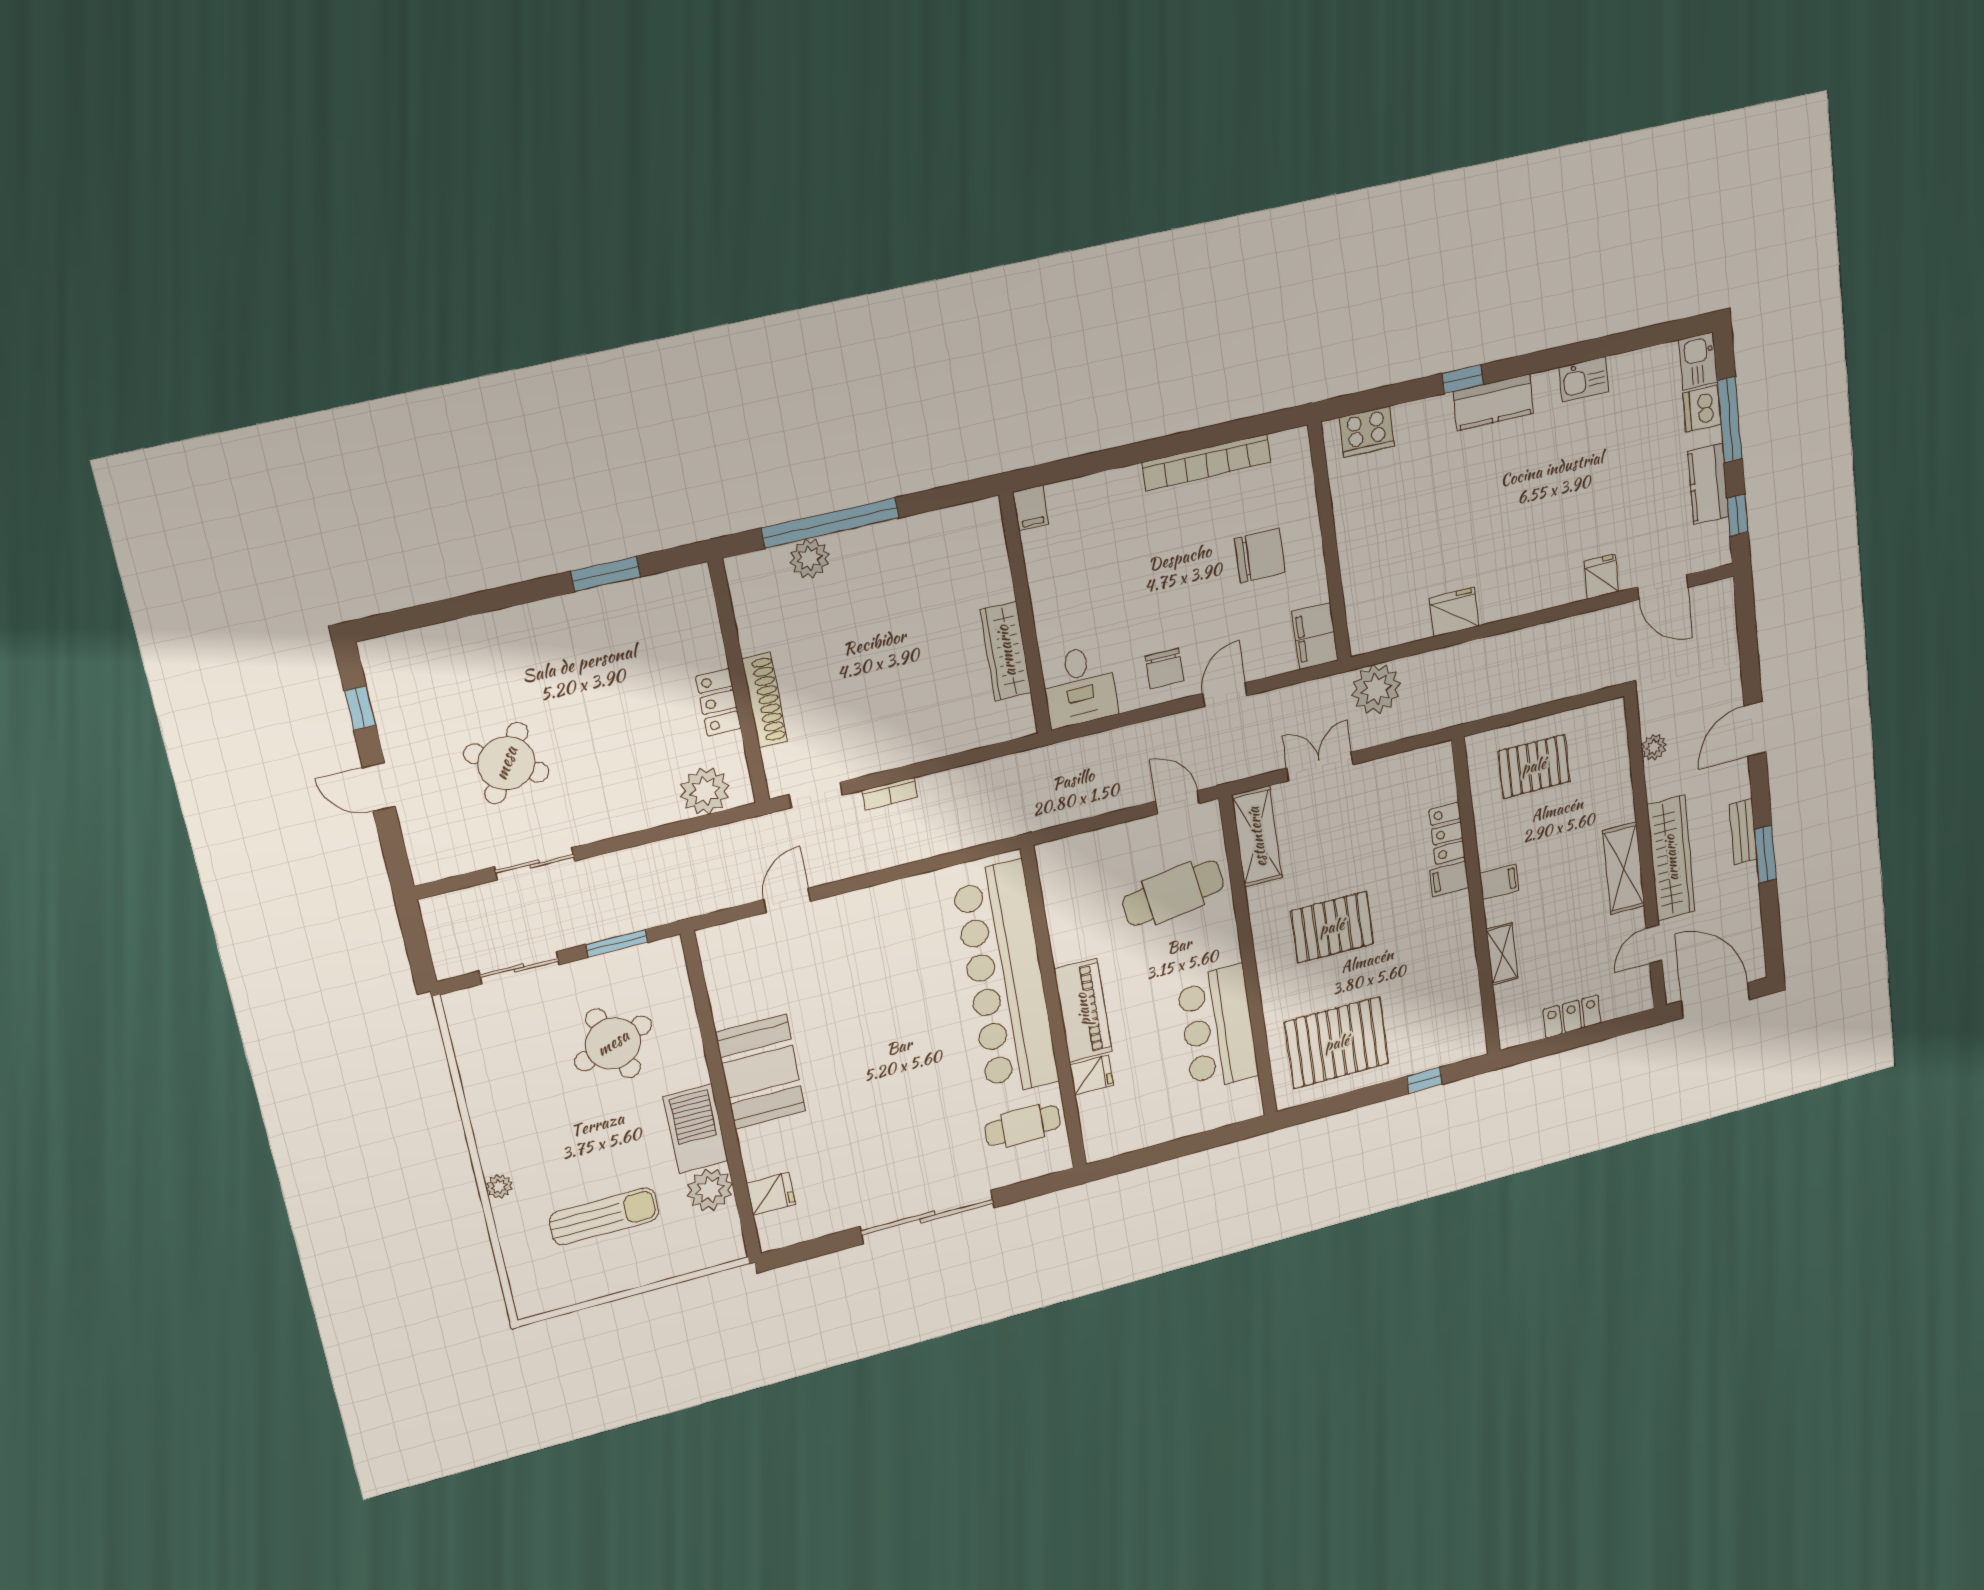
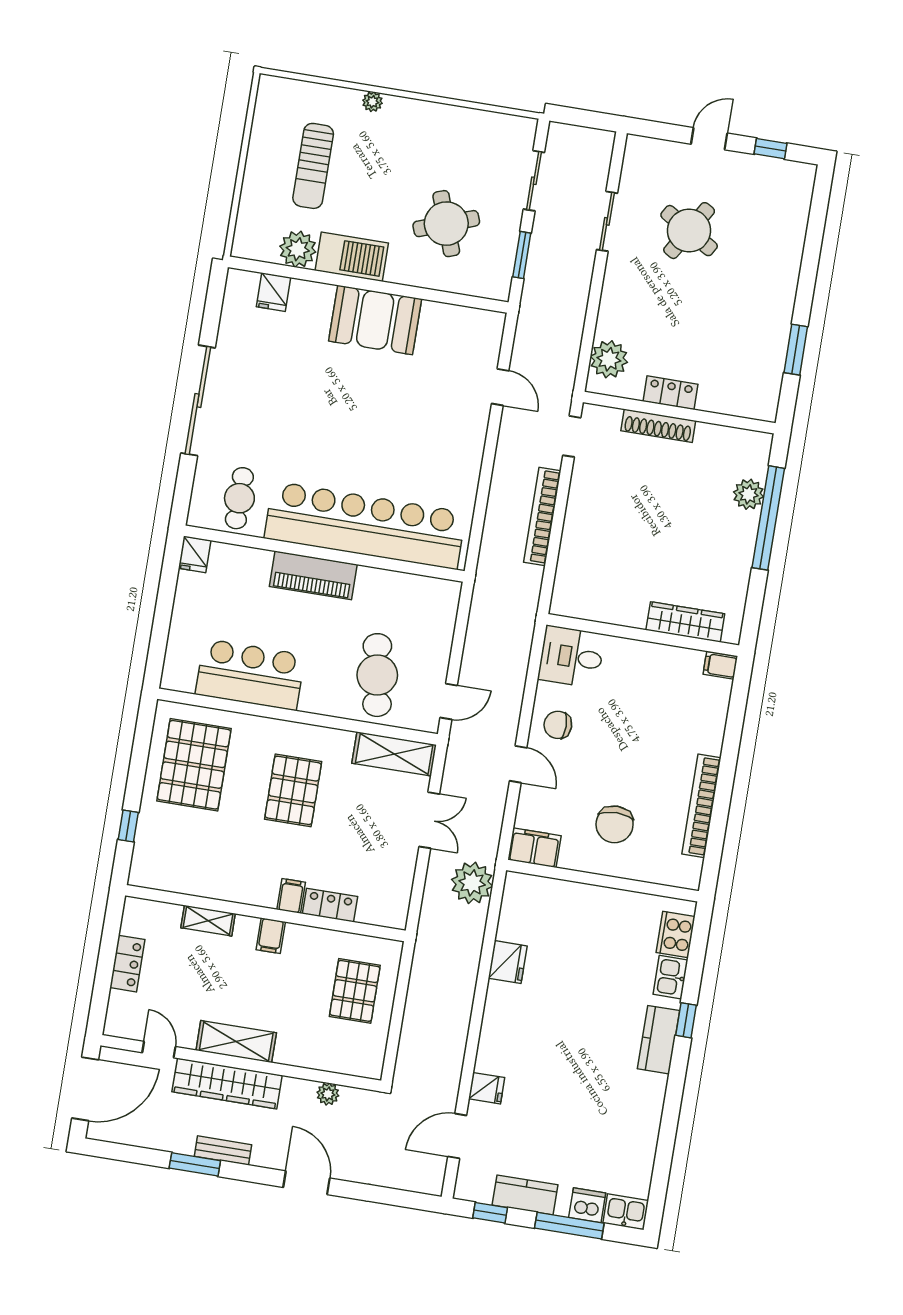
kitchen sink: (1584, 379) -> (670, 977), moved
wardrobe: (1006, 651) -> (685, 622), moved
bookcase: (890, 794) -> (542, 516), width x2.31, depth x1.31
fridge: (1092, 1075) -> (195, 554), moved

